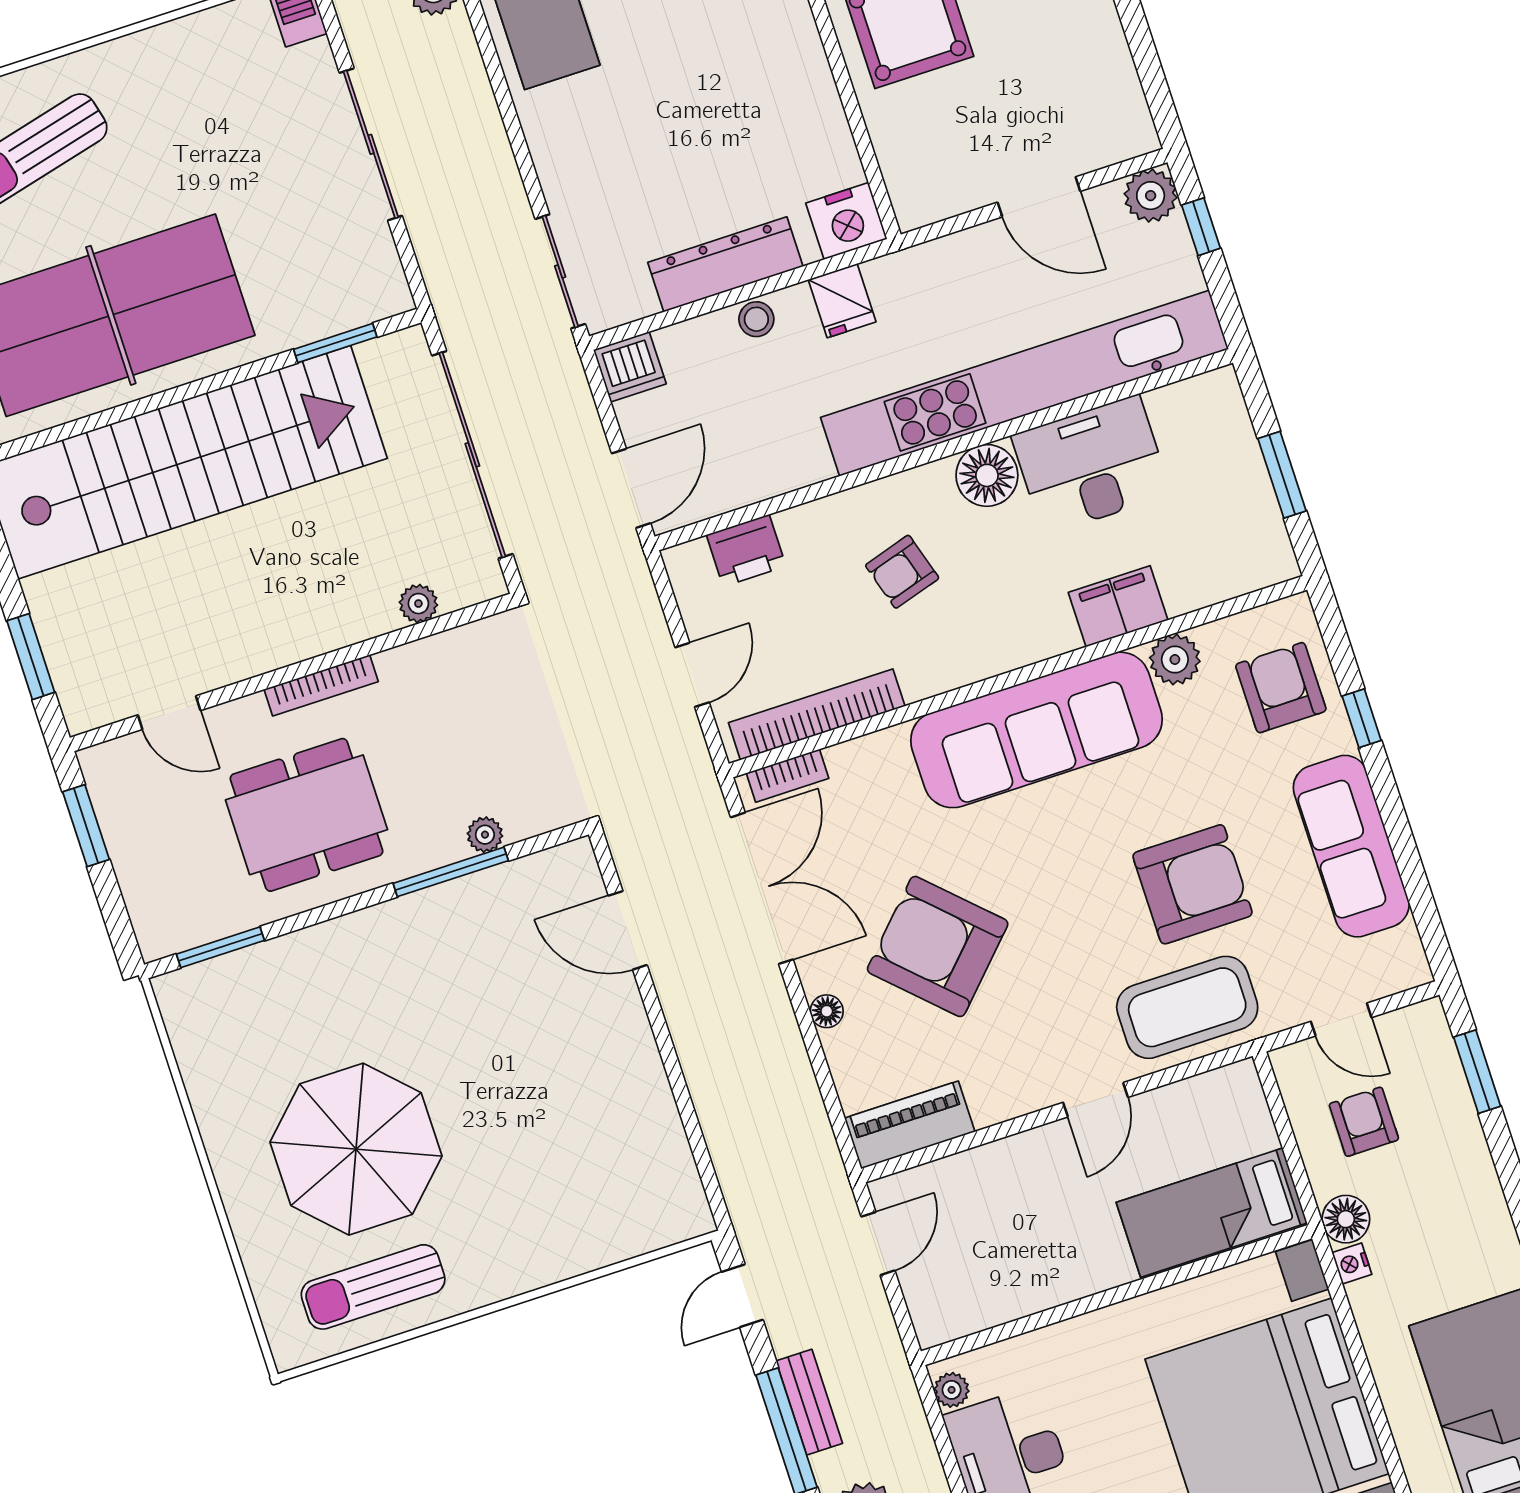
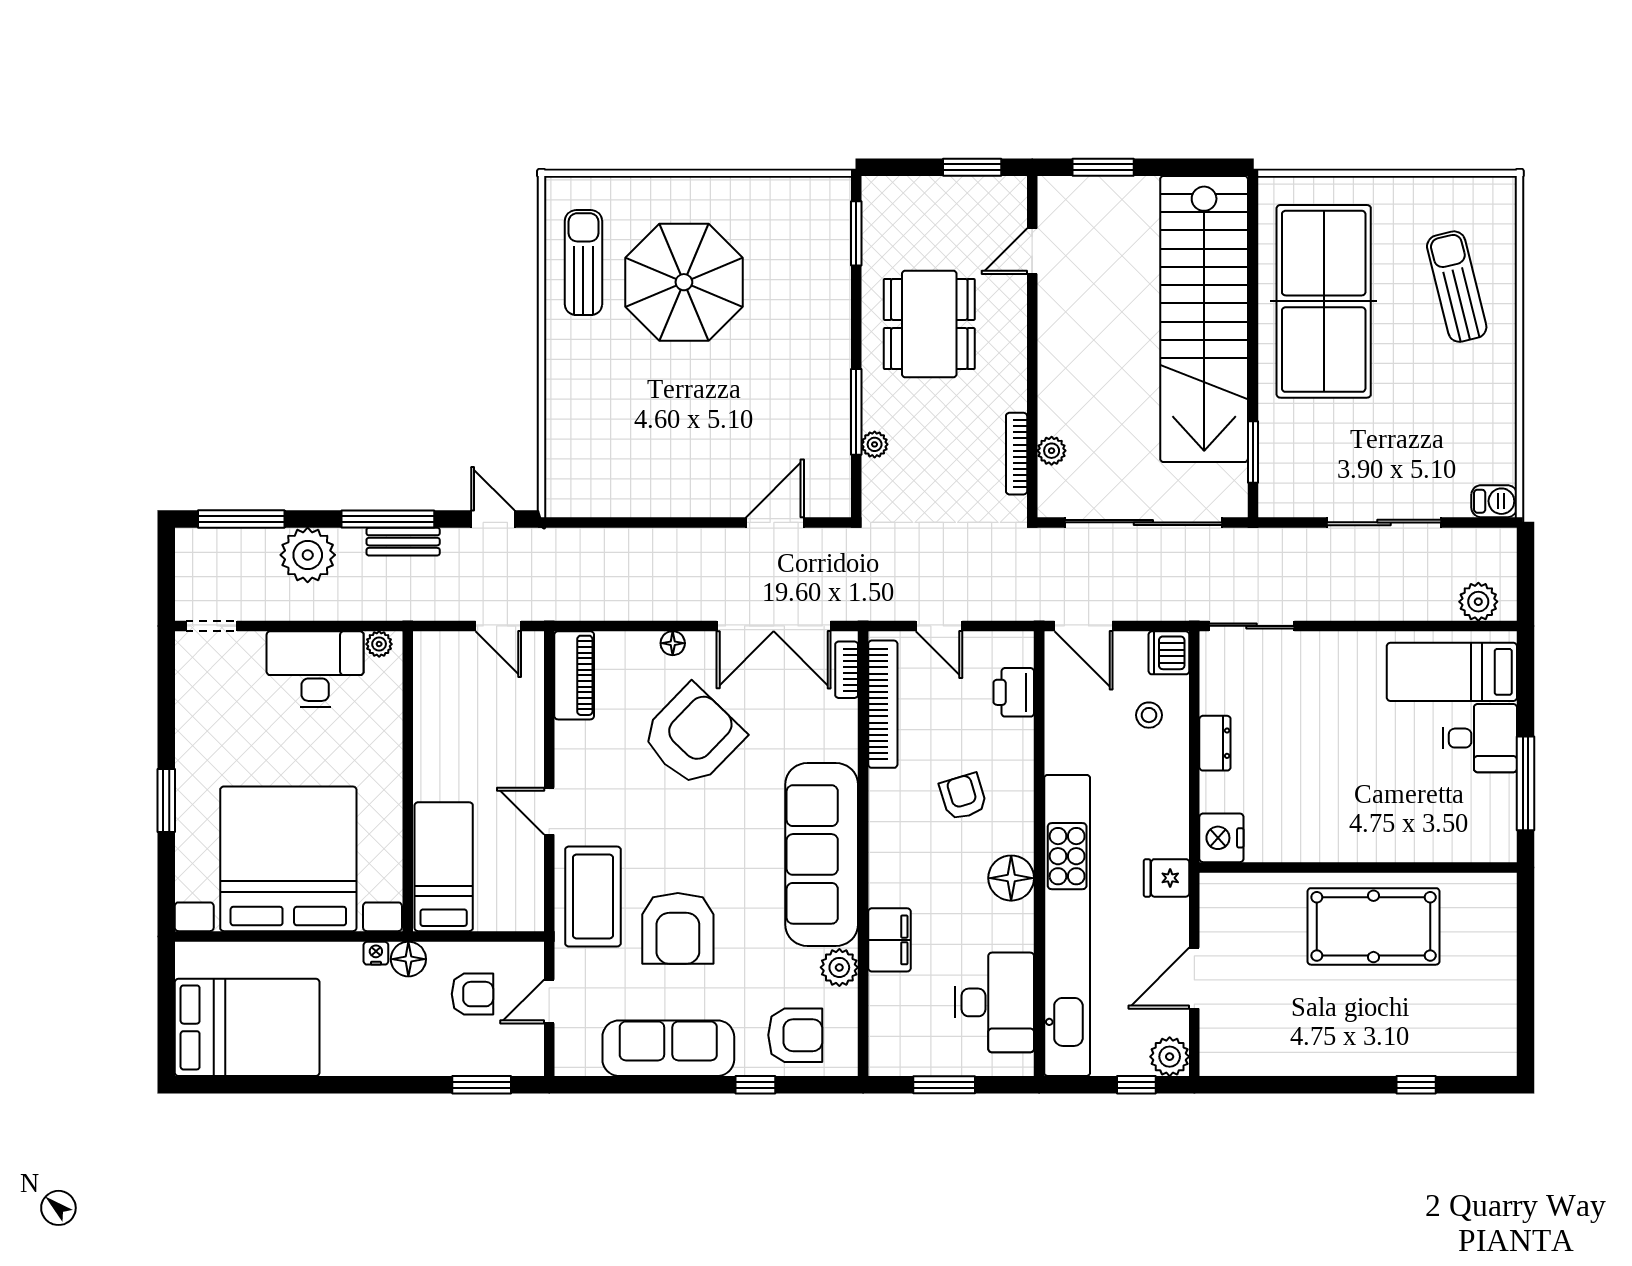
dresser: (725, 264) -> (1215, 743), width x0.51, depth x0.80
fridge: (842, 301) -> (1167, 878), moved
stool: (756, 319) -> (1149, 715), moved
desk: (1091, 465) -> (995, 1002), moved
bookcase: (321, 685) -> (1017, 454), moved

